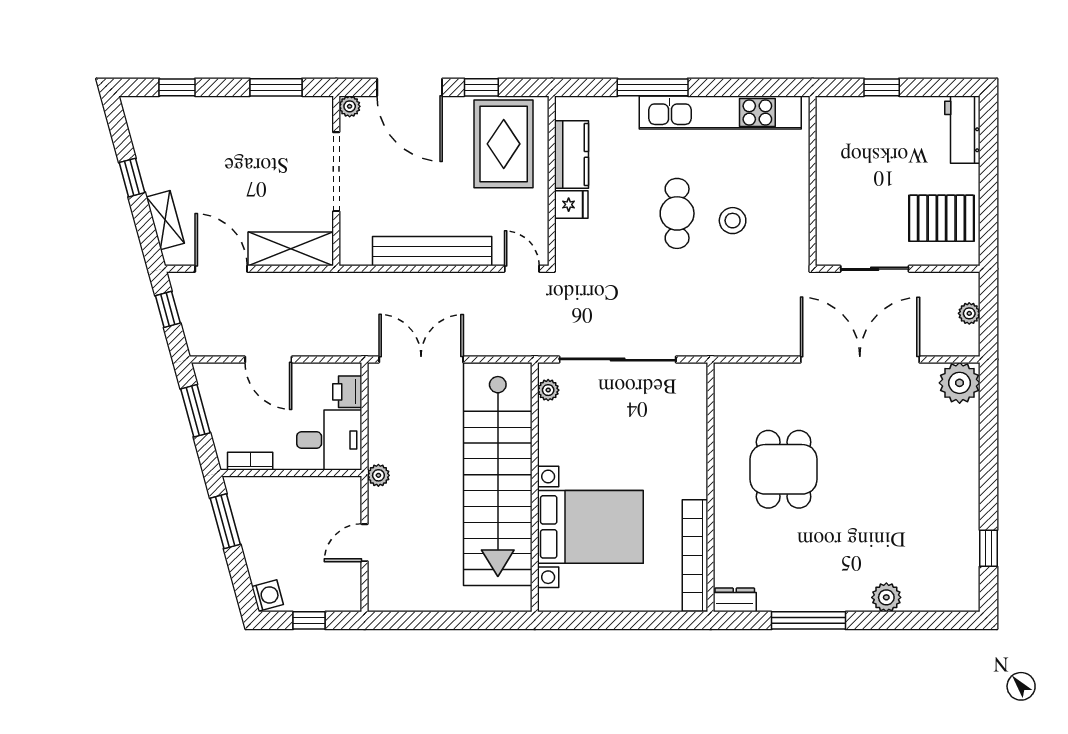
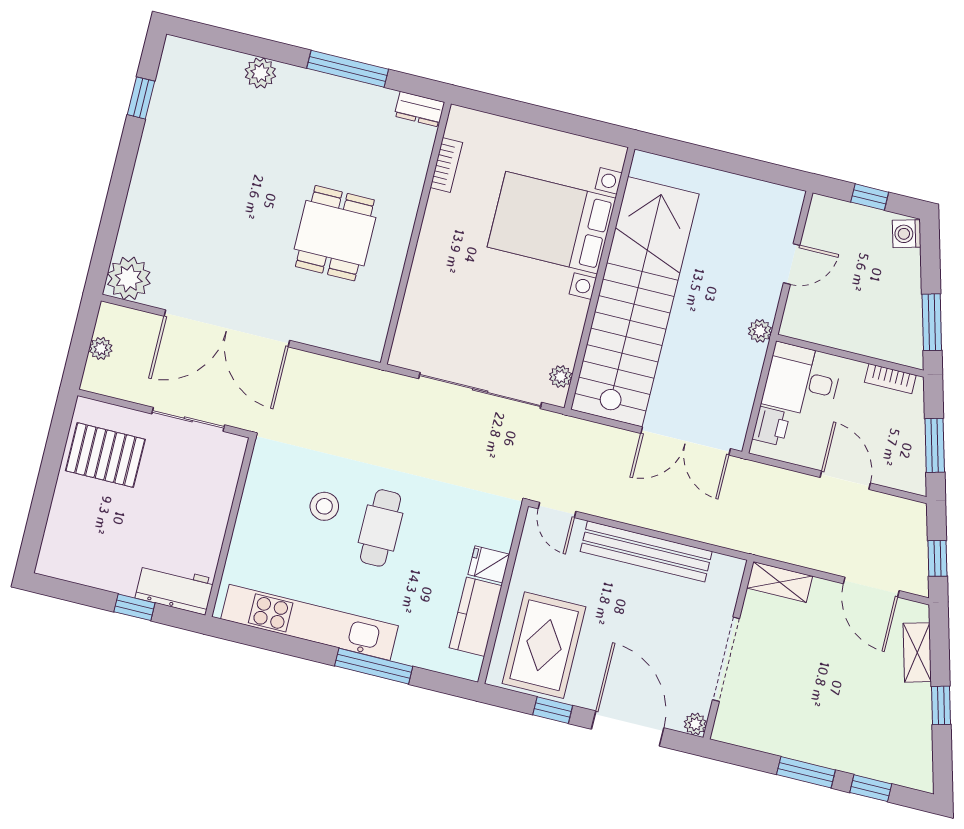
window: (276, 87) -> (806, 772), moved
workbench: (962, 130) -> (175, 588), moved, turned -90
shelving: (291, 249) -> (780, 582), width x0.67, depth x0.75
bookcase: (695, 556) -> (446, 165), width x0.43, depth x0.76

